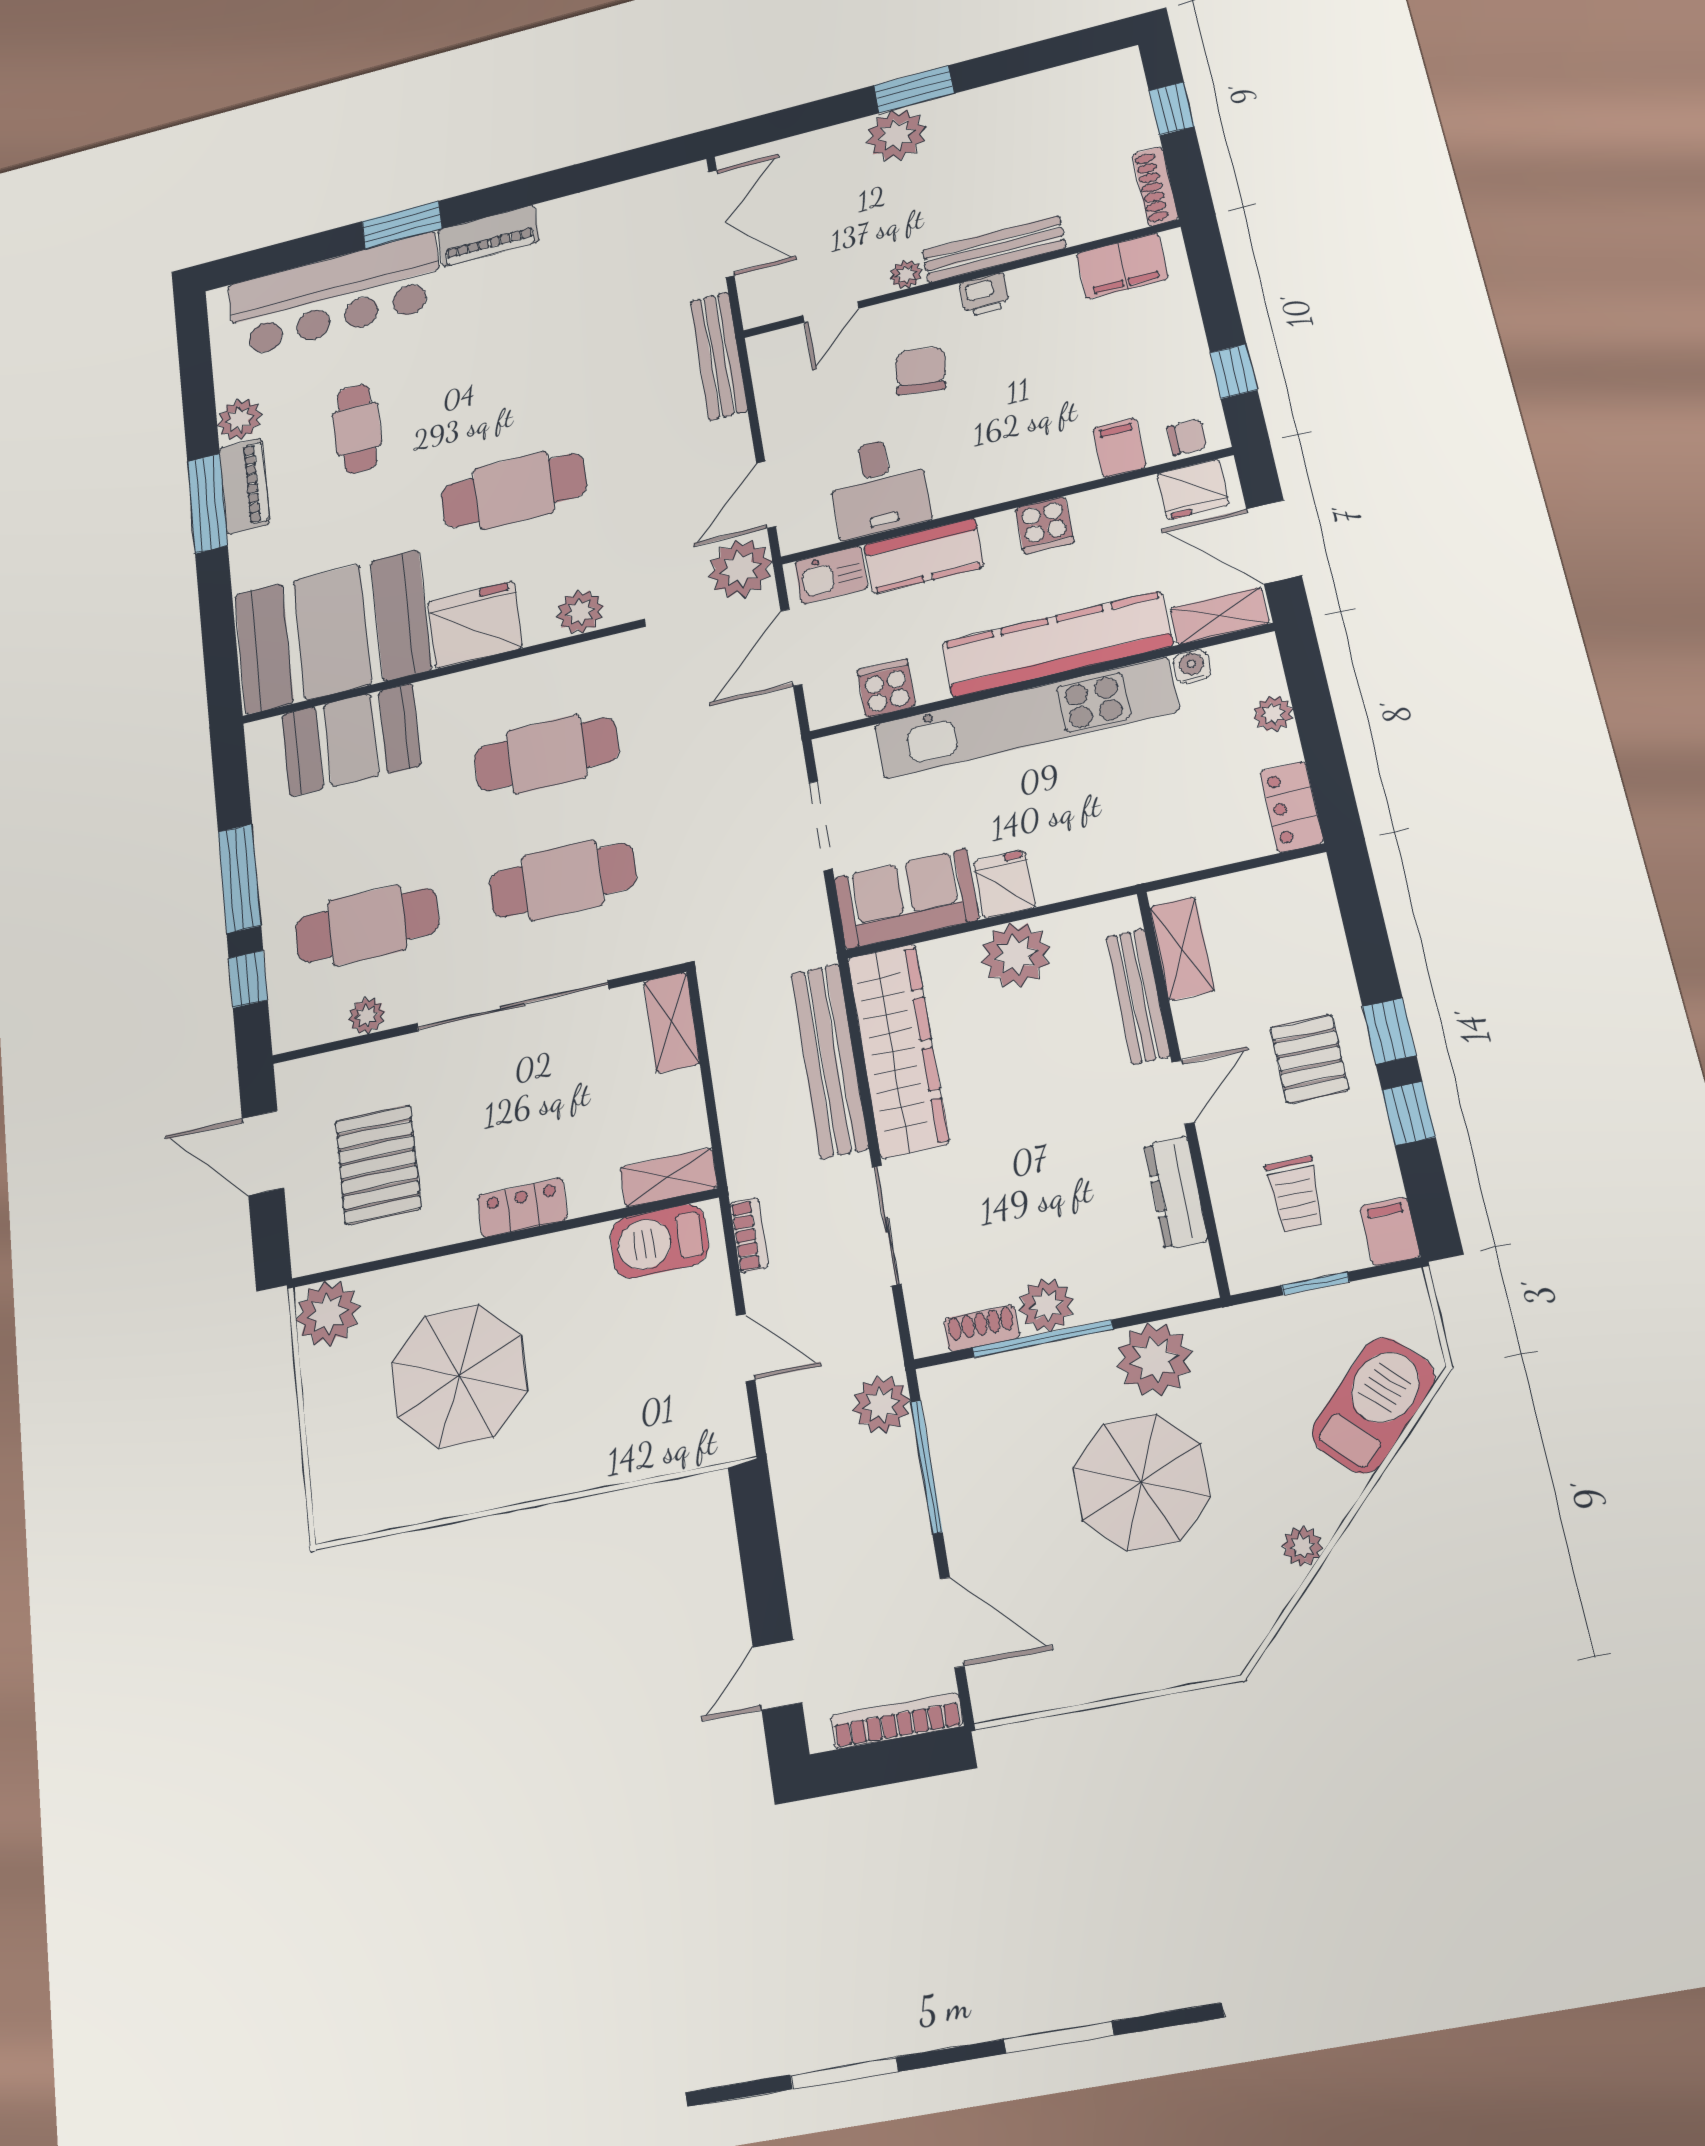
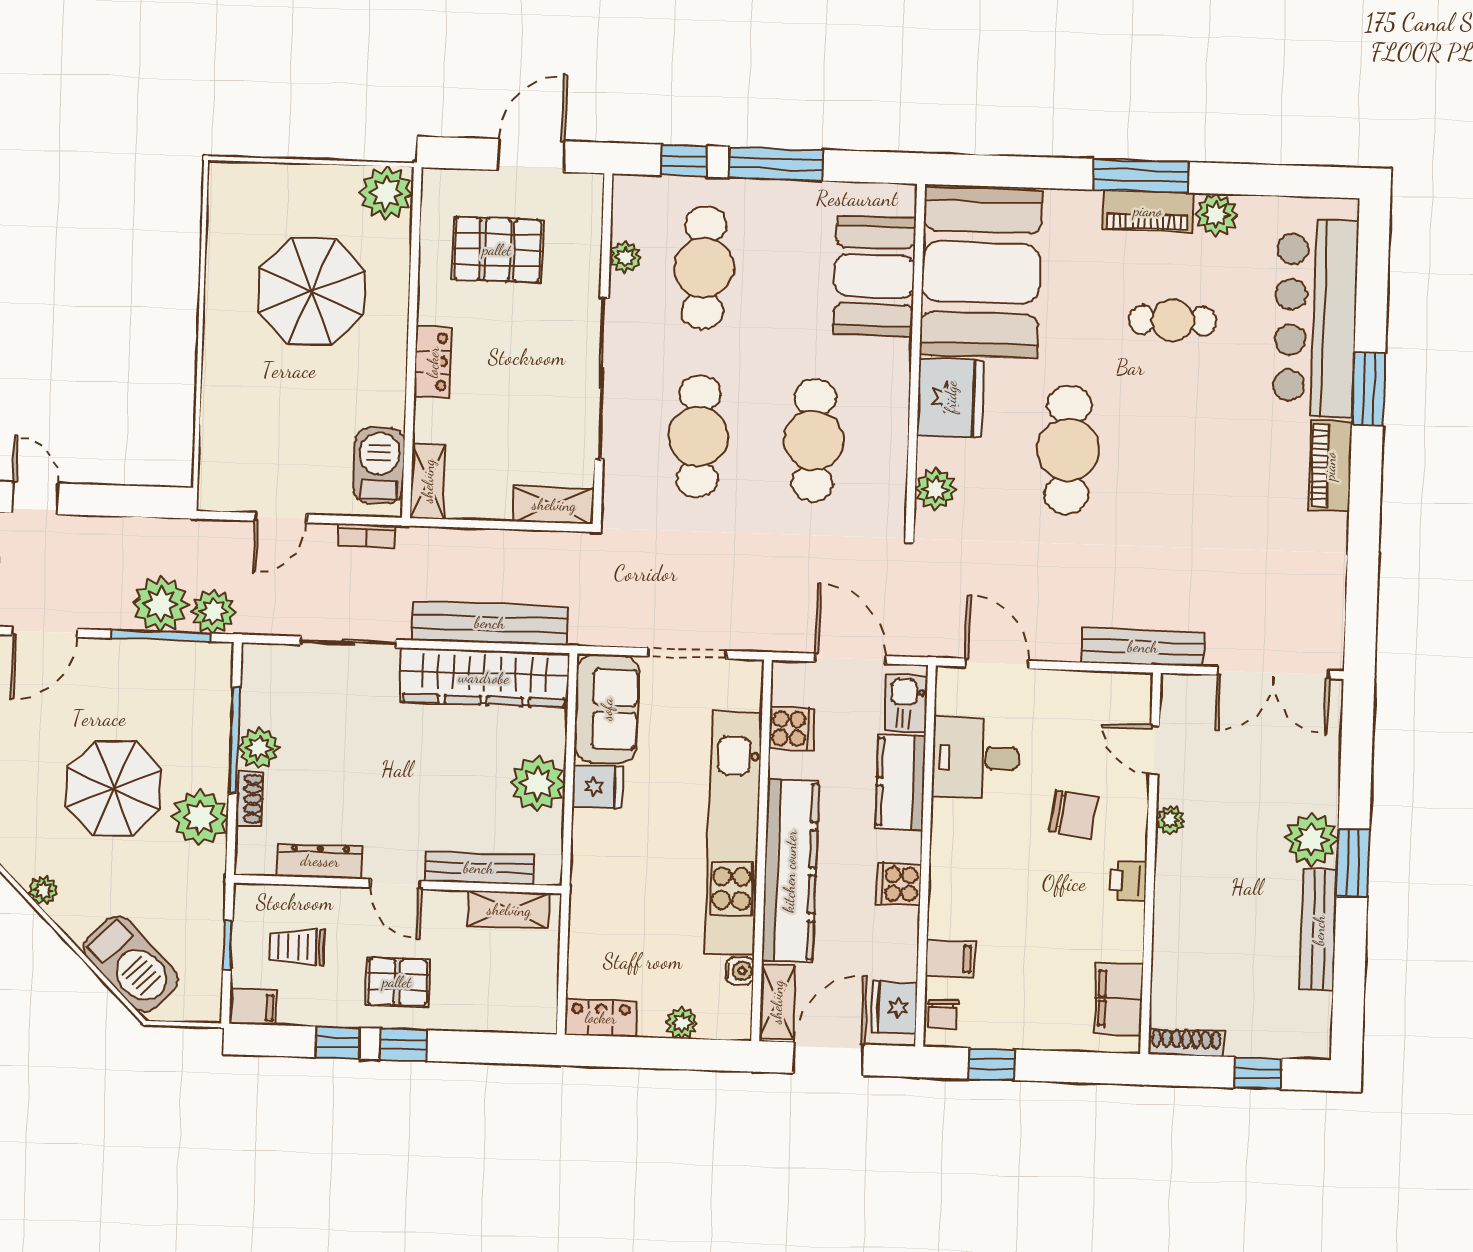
bench: (994, 249) -> (1319, 930), moved
plant: (740, 569) -> (161, 604), moved
shoe rack: (982, 1328) -> (250, 799), moved

